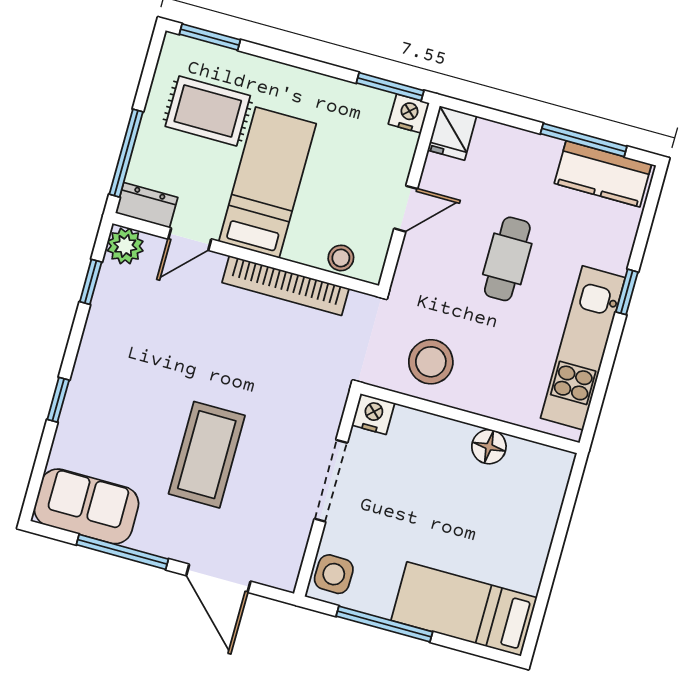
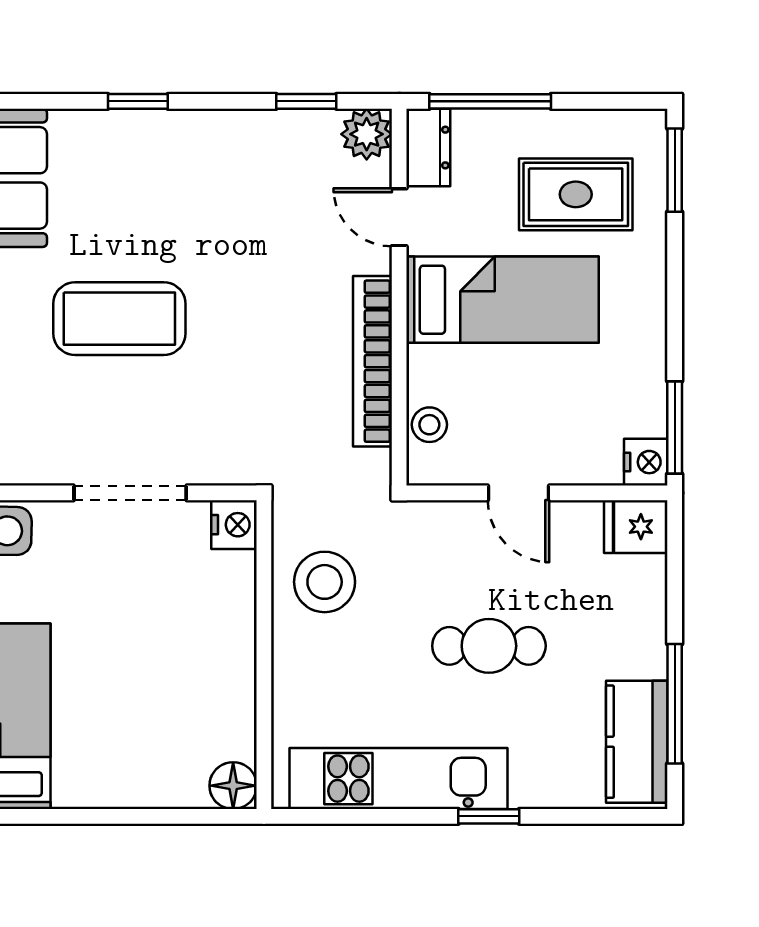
rug: (208, 111) -> (576, 194), turned 90
floor lamp: (489, 447) -> (233, 786), moved

